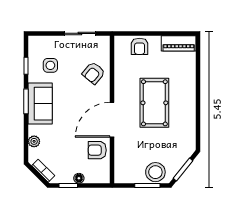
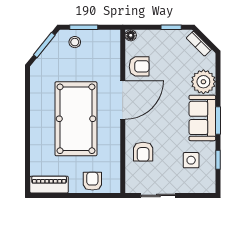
armchair: (94, 73) -> (143, 152), turned 140
pool table: (154, 103) -> (76, 119), width x1.36, depth x1.32
plant: (34, 141) -> (203, 82), width x1.87, depth x1.87
stool: (155, 172) -> (75, 42), width x0.53, depth x0.53
floor lamp: (79, 178) -> (131, 35), moved

